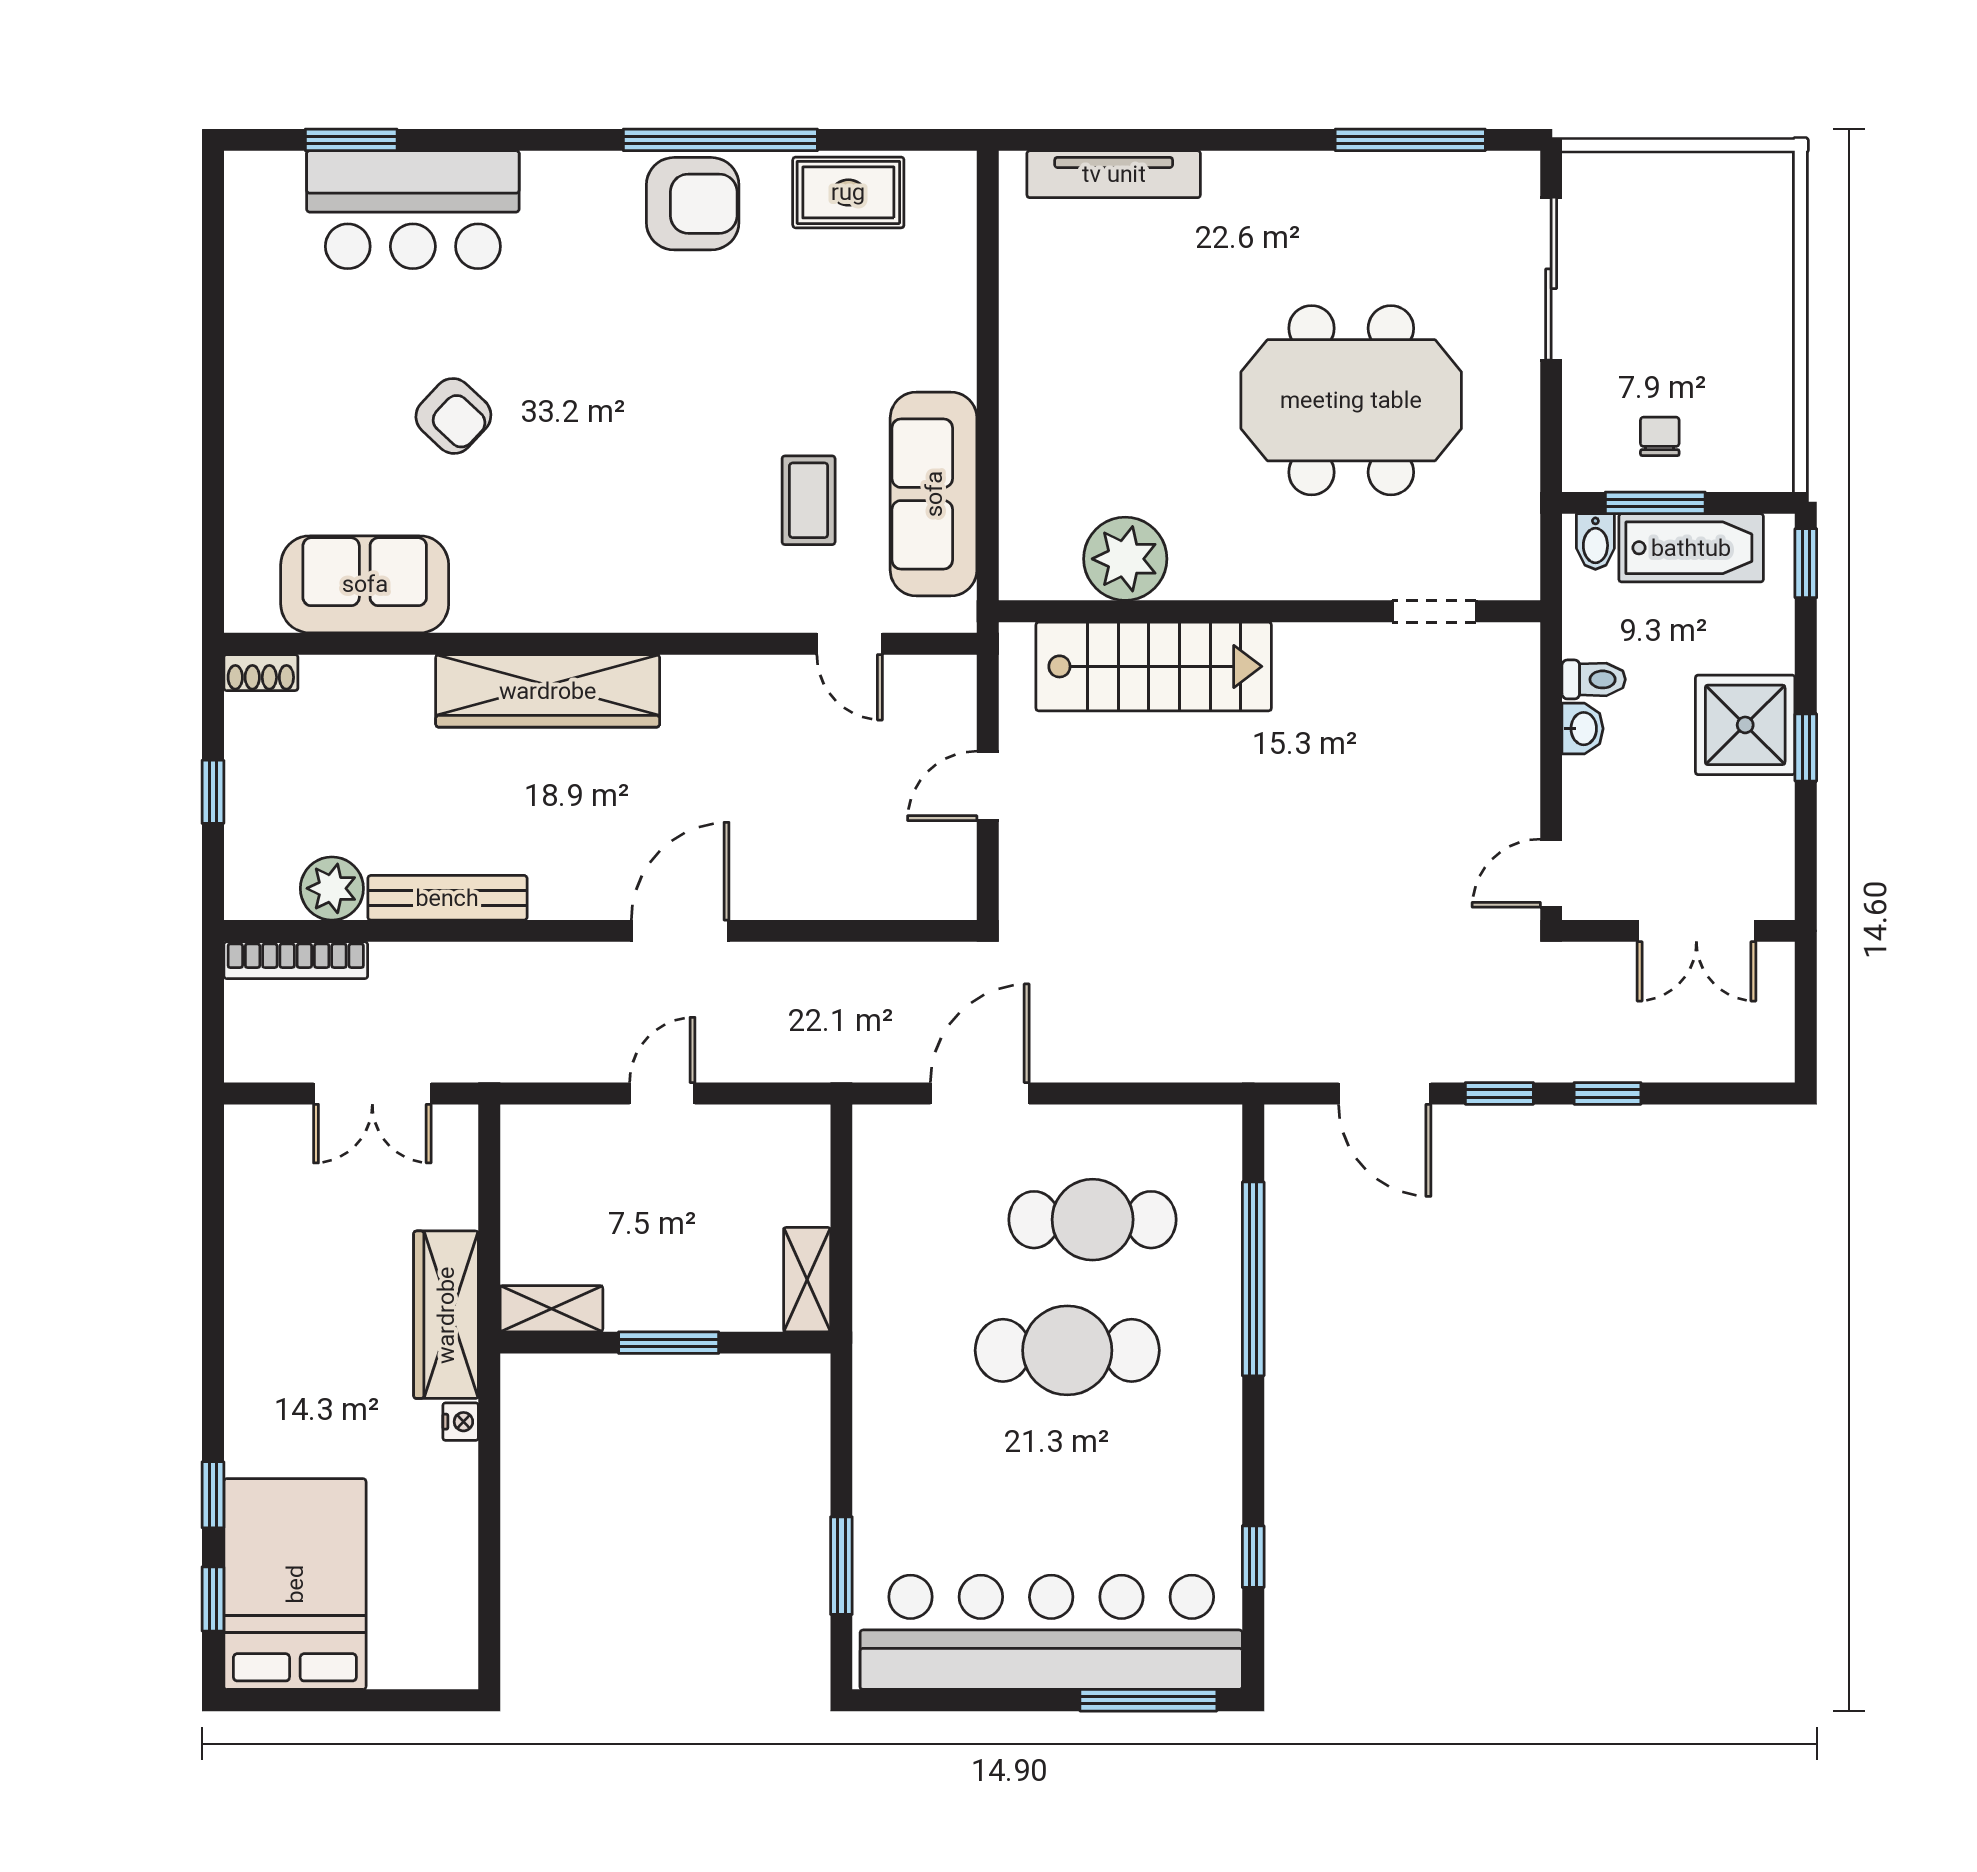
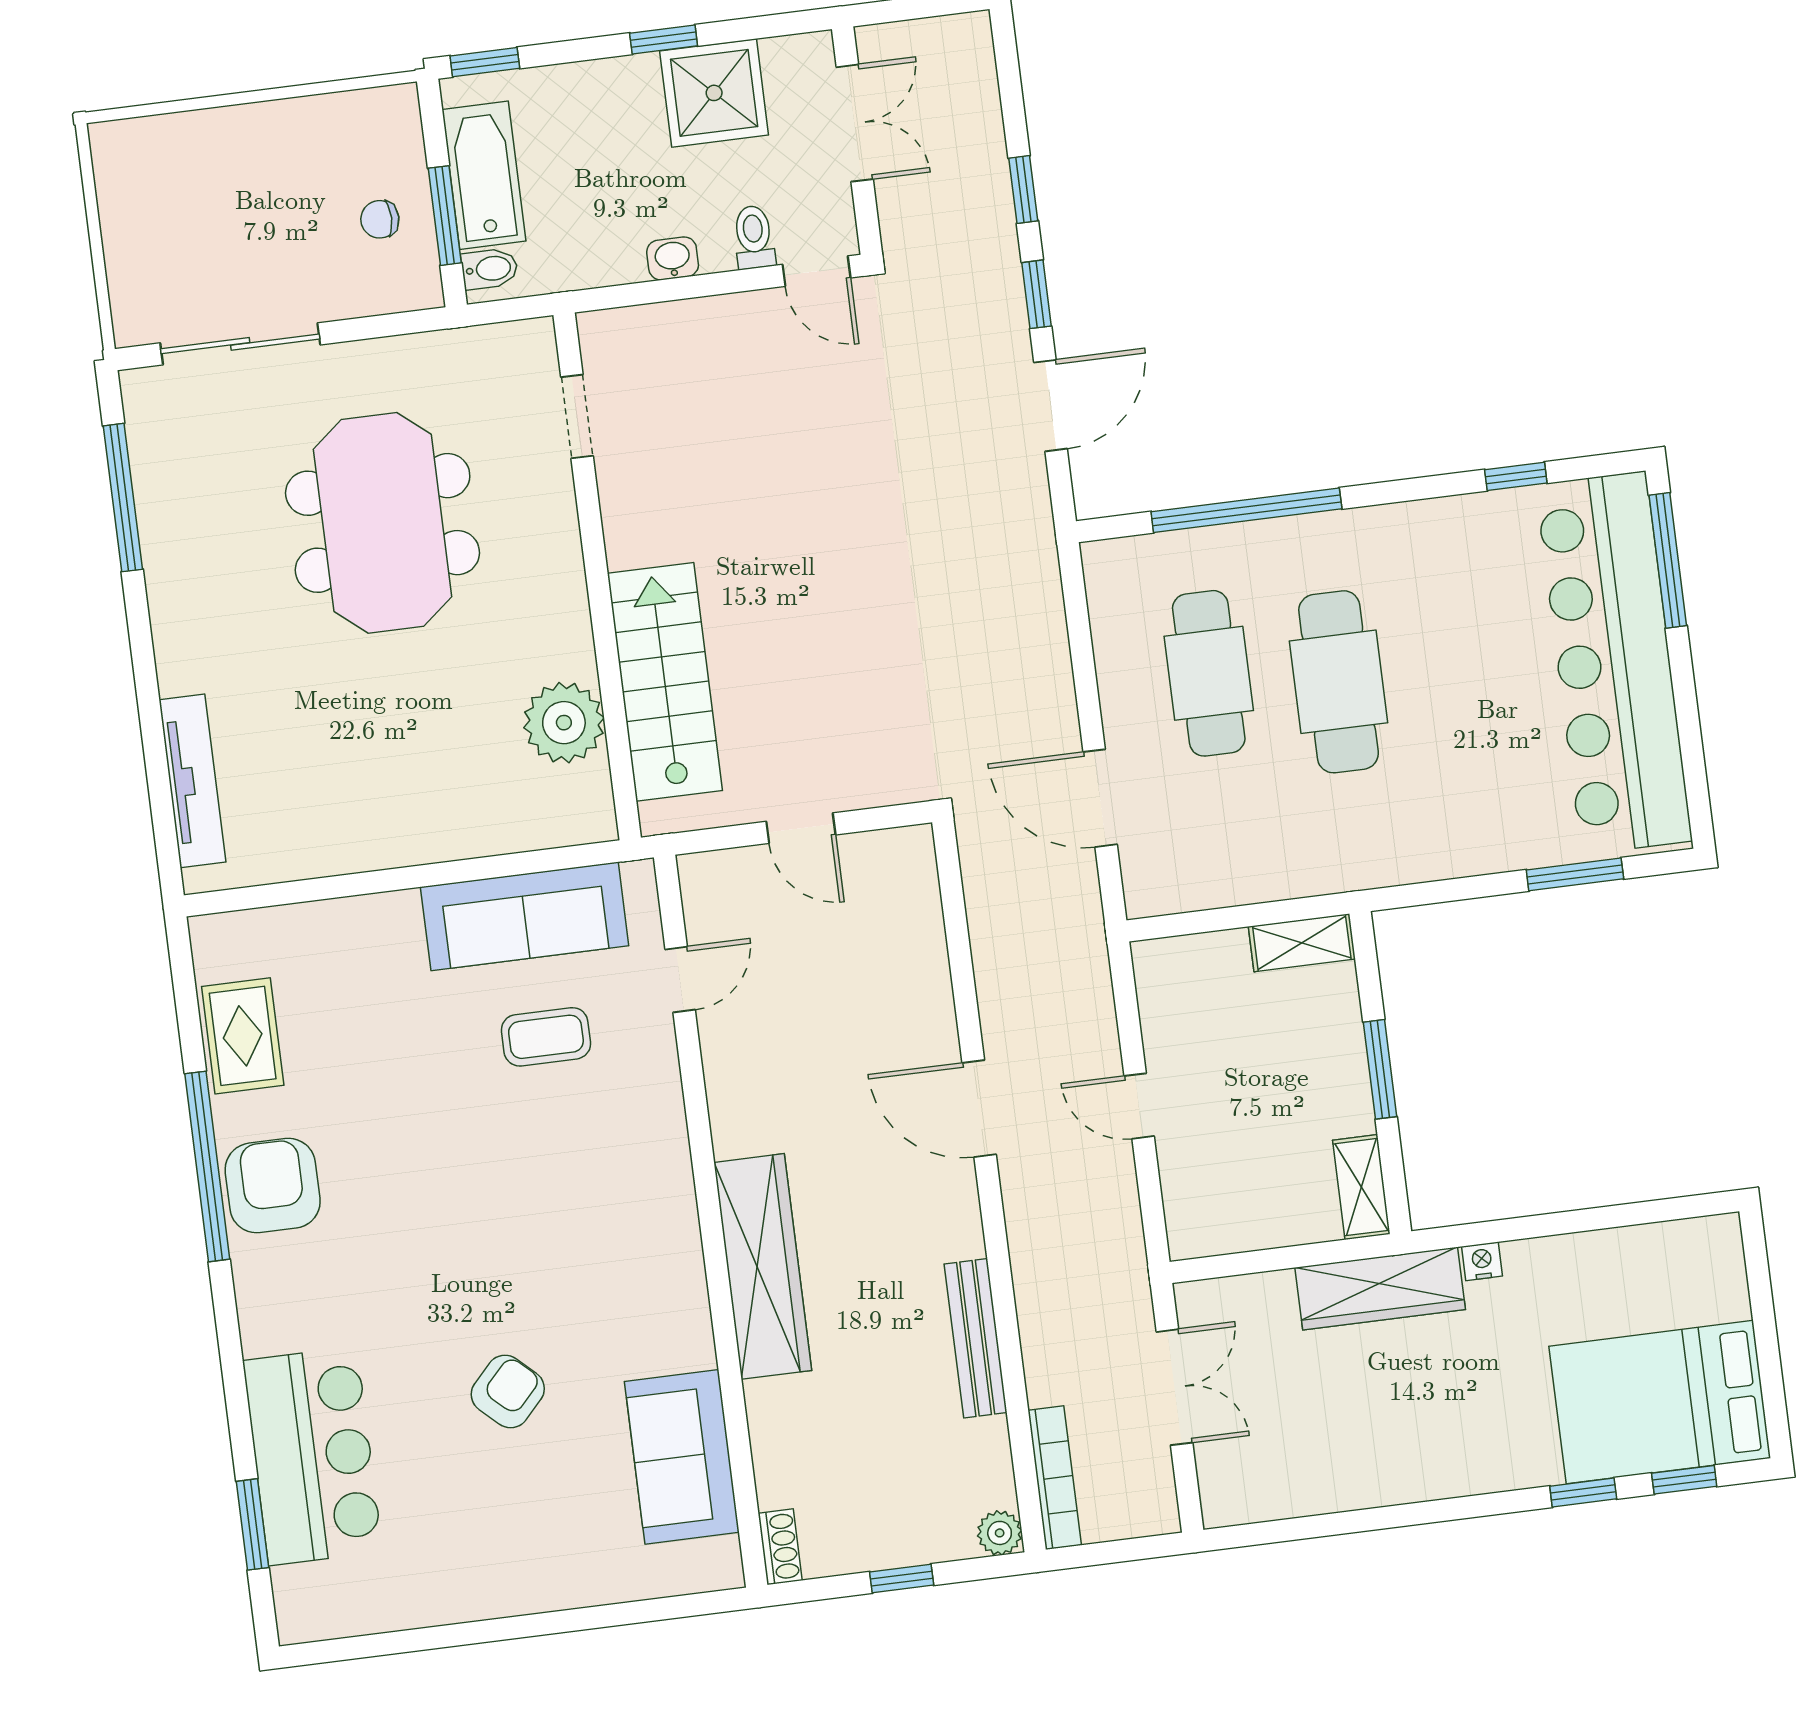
toilet: (1594, 679) -> (754, 237), moved
shower: (1745, 725) -> (714, 93), moved
plant: (332, 888) -> (1000, 1533), moved, width x0.73, depth x0.73

